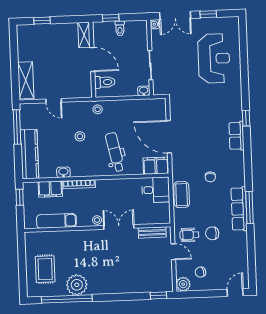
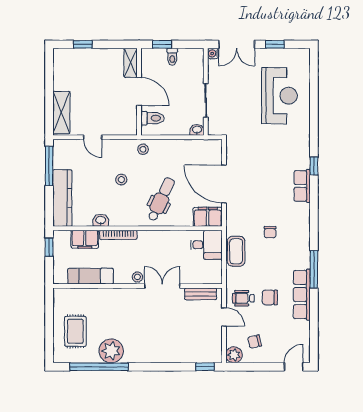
dental chair: (115, 152) -> (161, 199), turned 37
row of seats: (239, 209) -> (302, 295), moved

